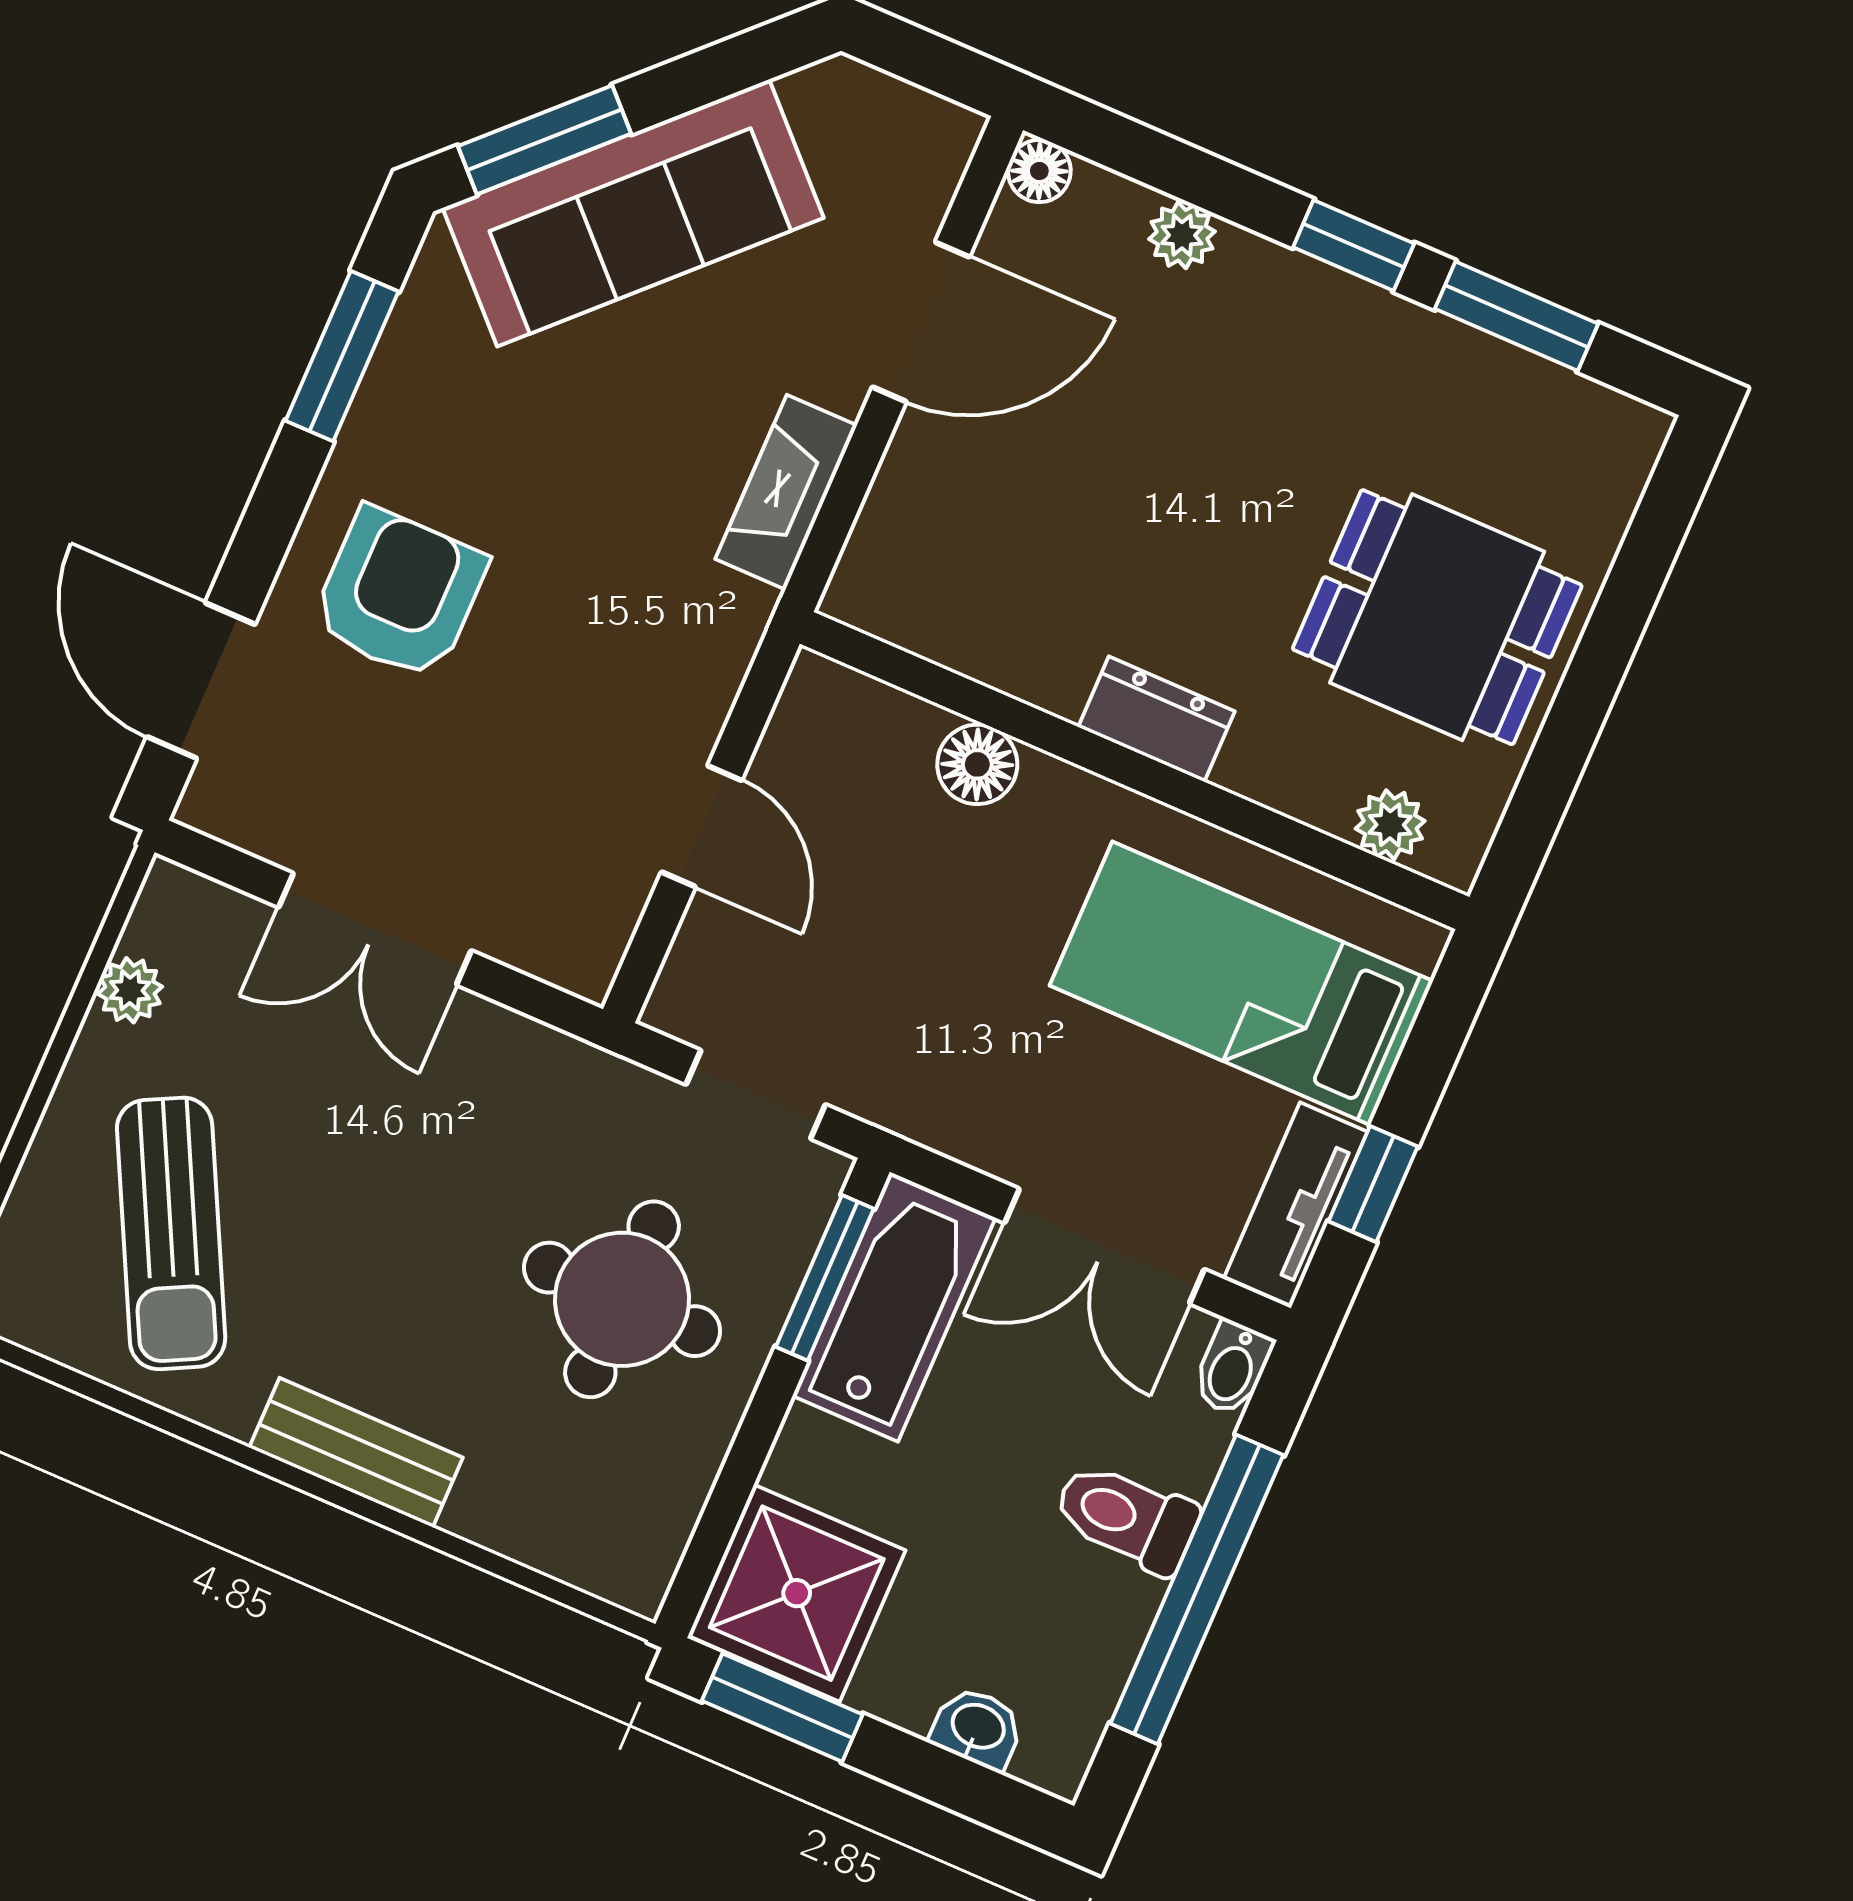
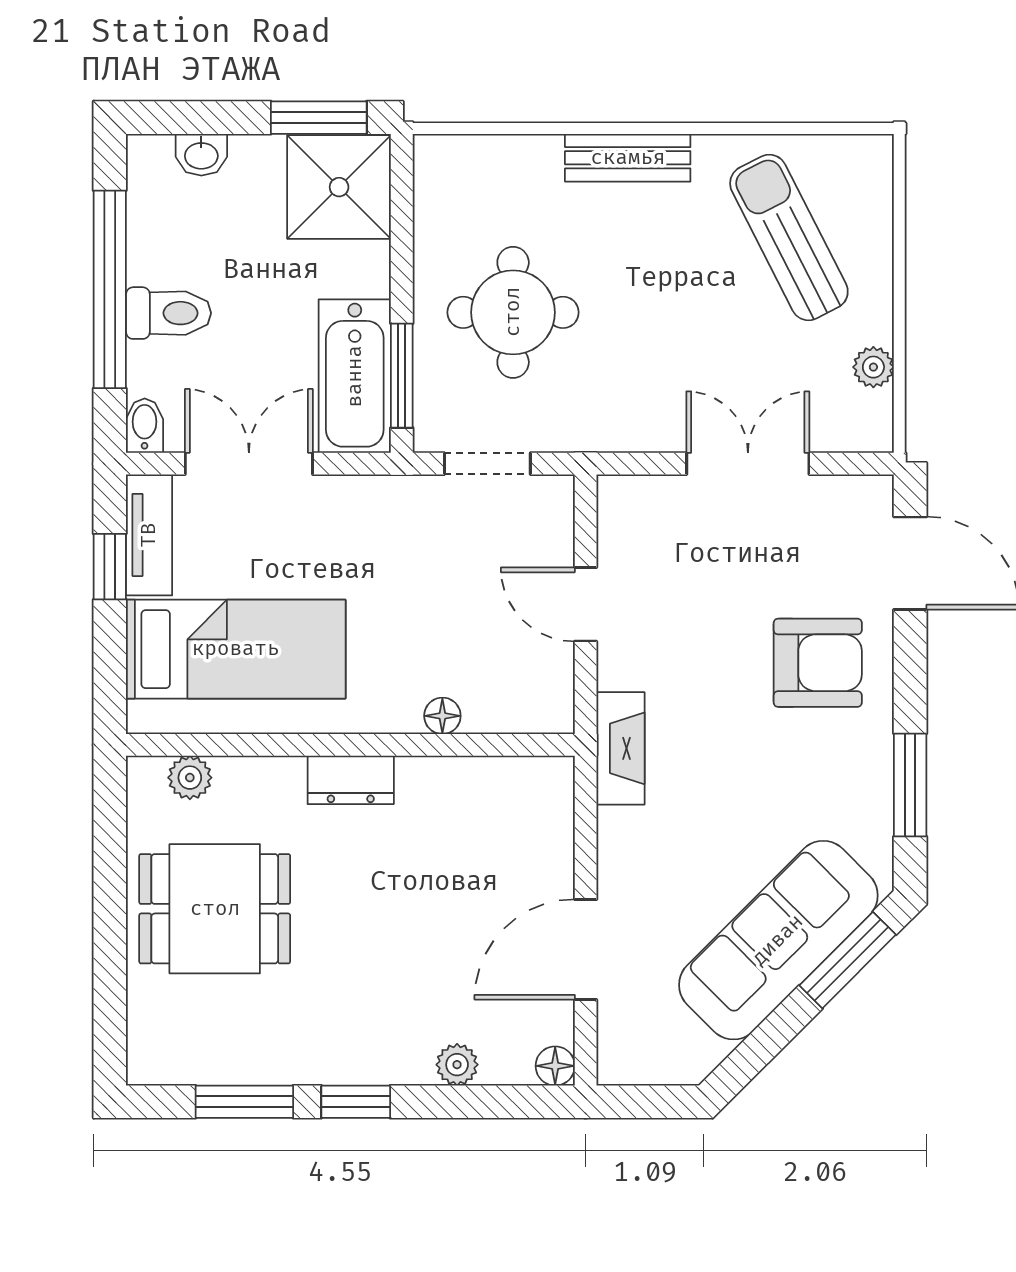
fireplace: (786, 492) -> (620, 748), moved
armchair: (399, 593) -> (818, 663), turned -90
floor lamp: (977, 764) -> (442, 716), width x0.73, depth x0.73

